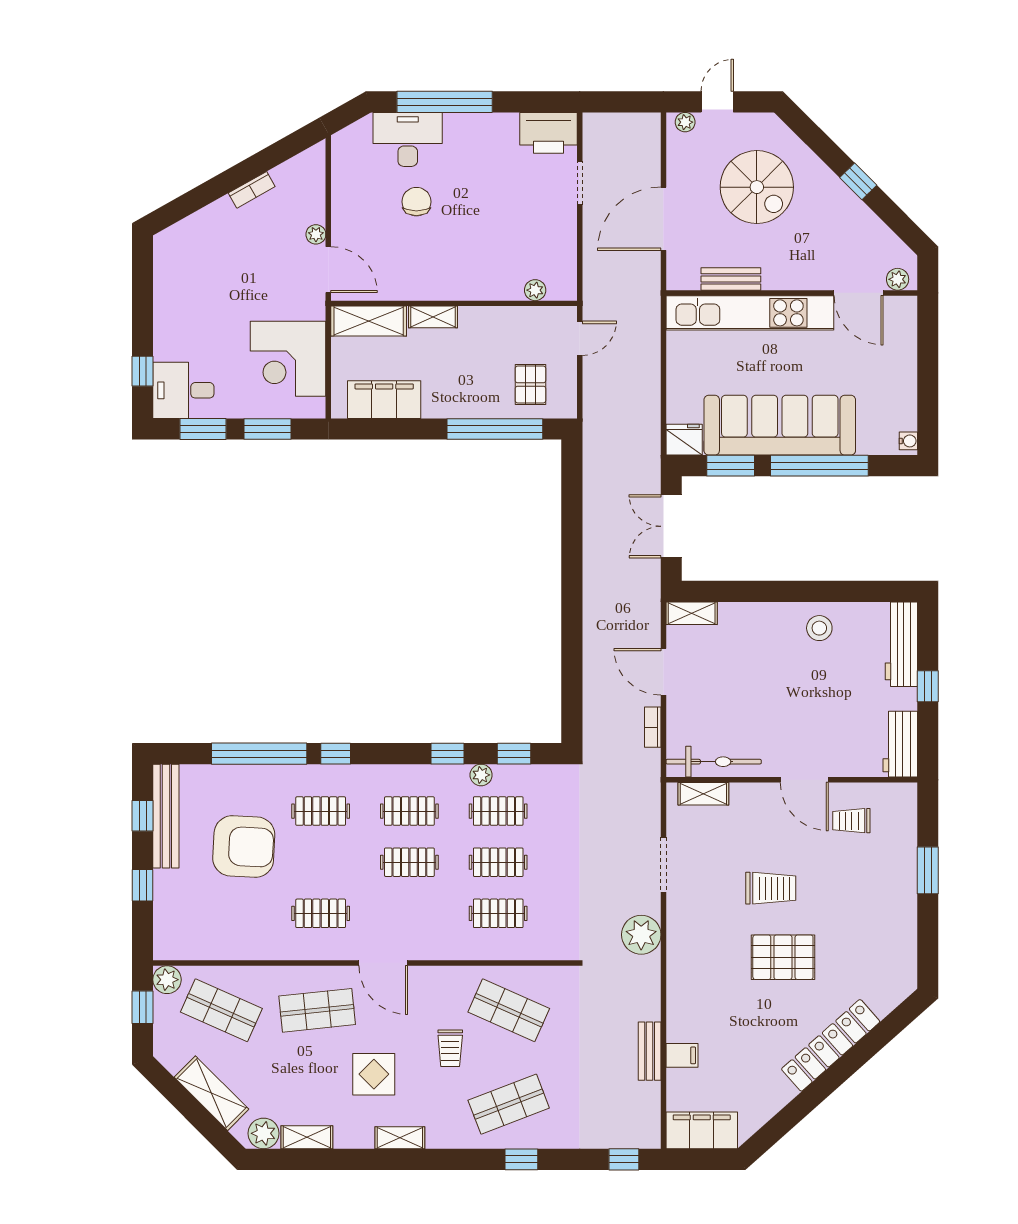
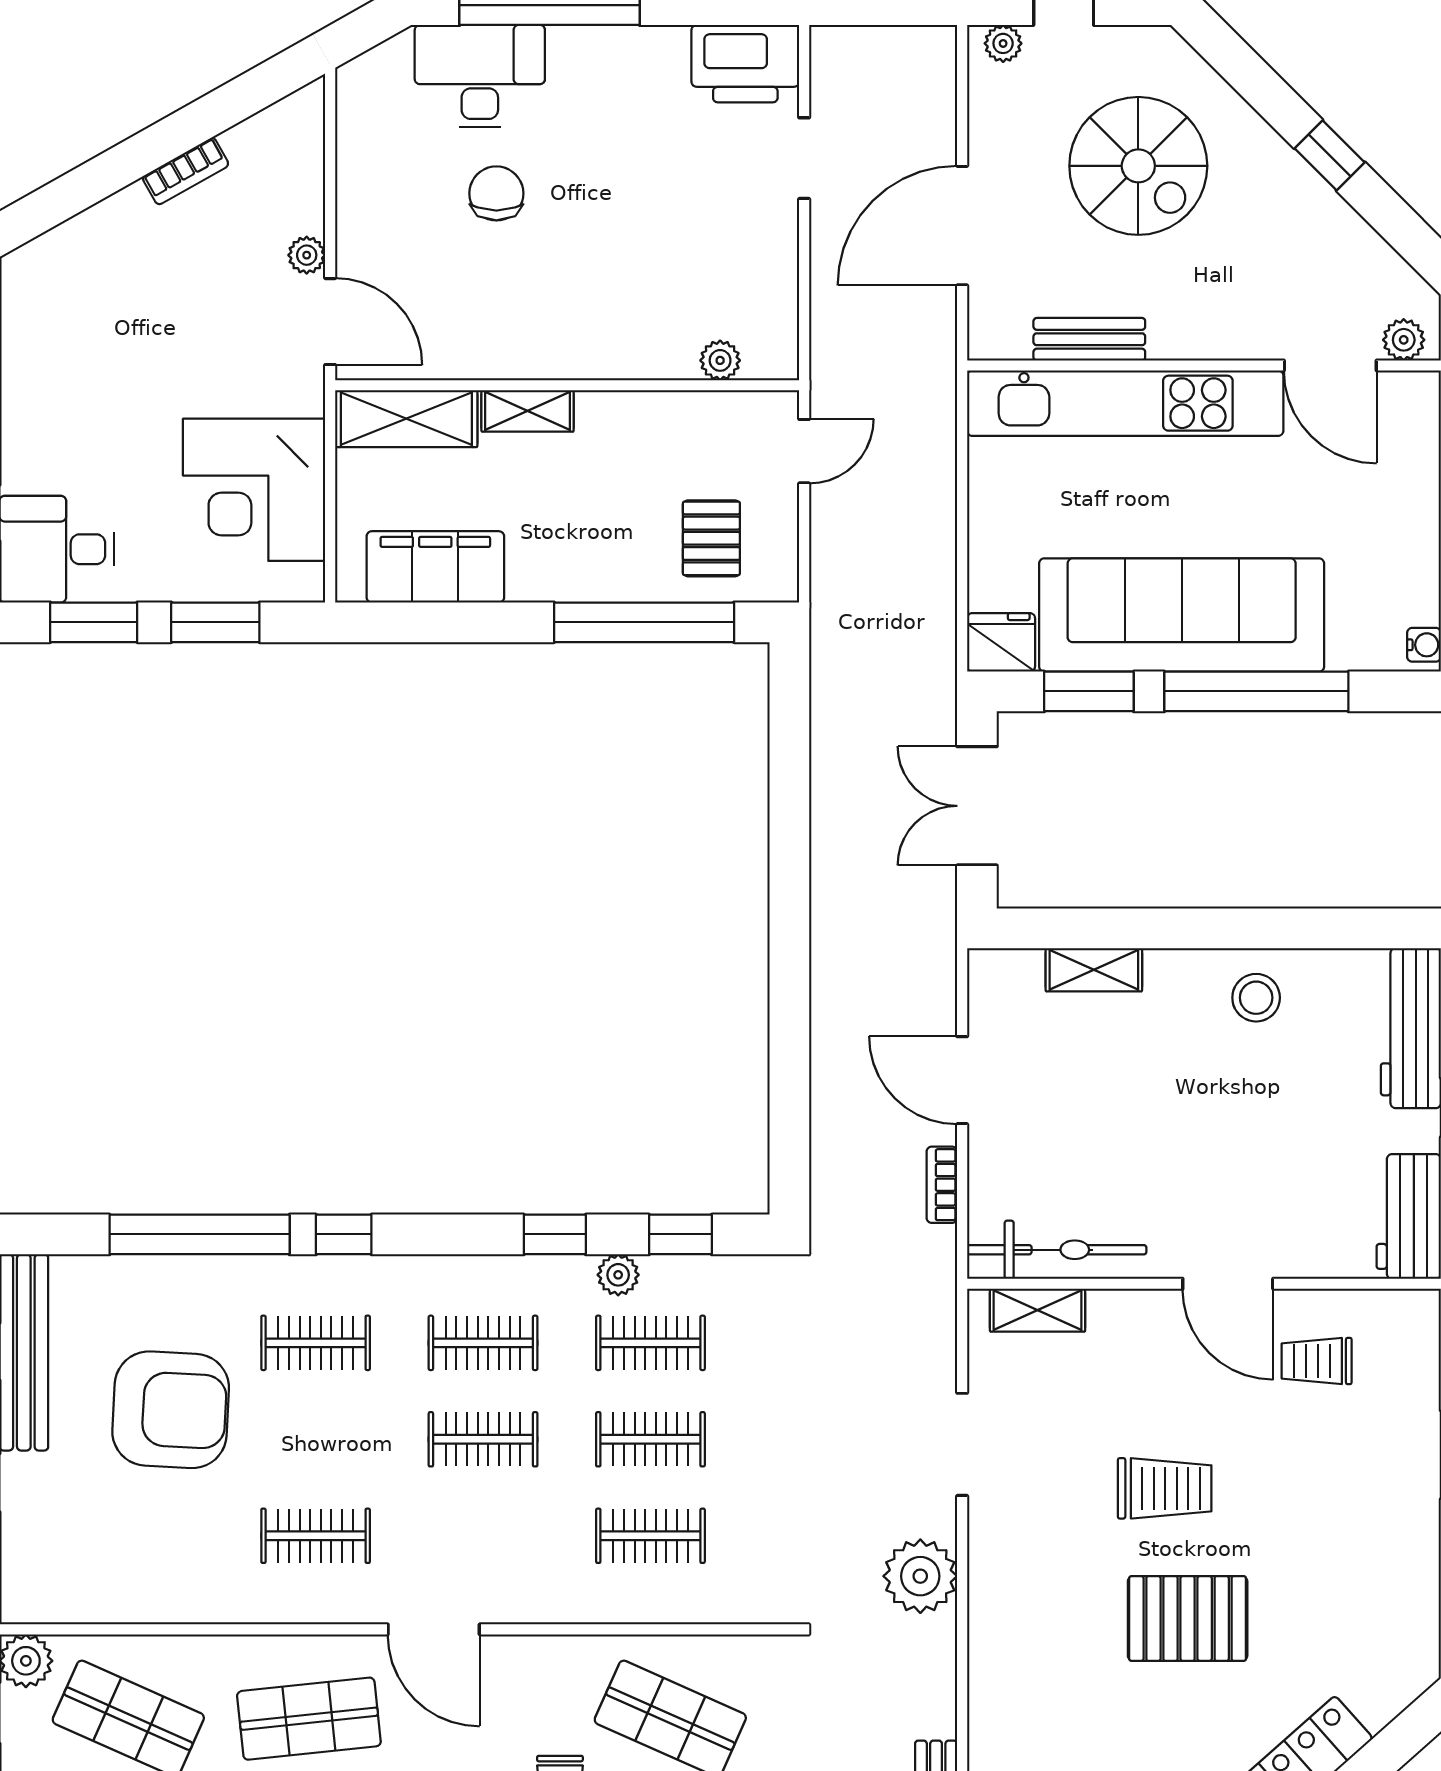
shelving: (692, 613) -> (1094, 970), moved

